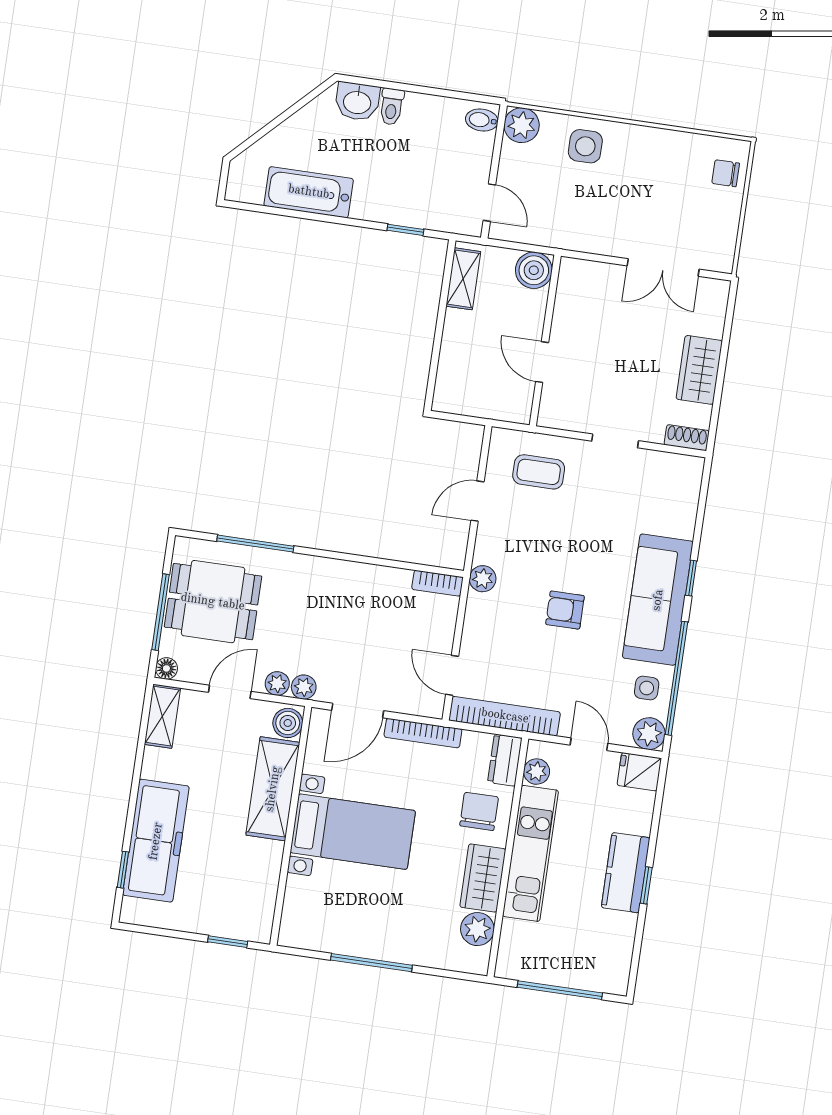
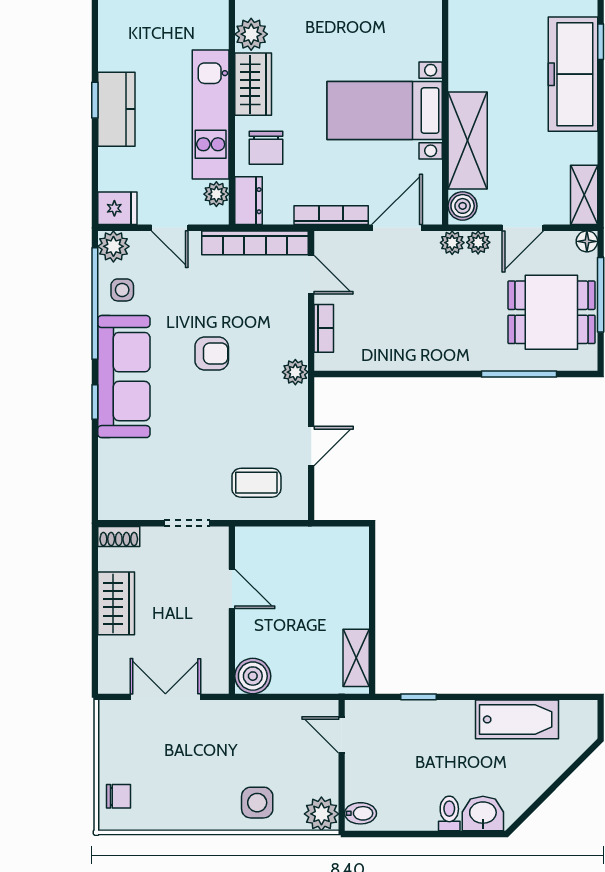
boiler: (534, 270) -> (253, 676), moved
wall: (545, 340) -> (232, 610), moved
door: (542, 362) -> (232, 589), moved
bookcase: (437, 583) -> (324, 328), moved, turned 90

